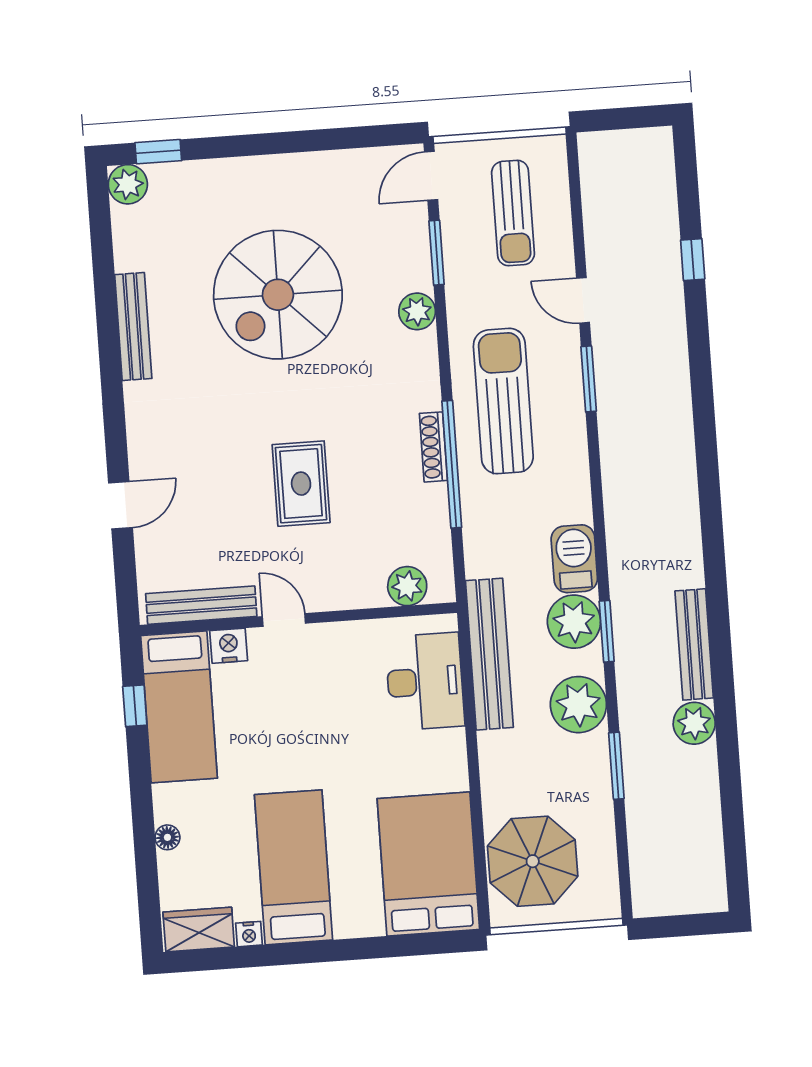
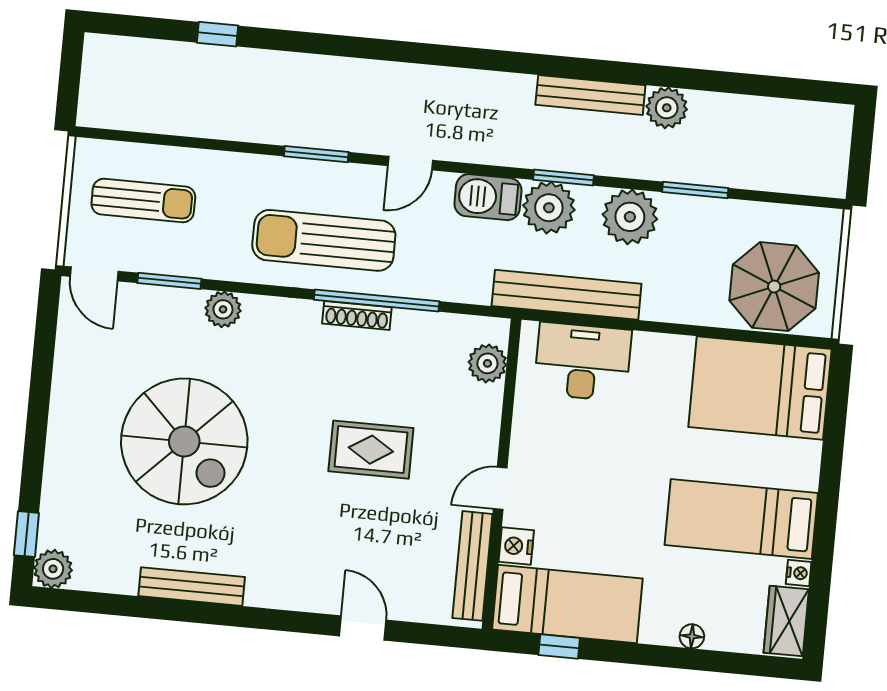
door: (583, 300) -> (410, 163), moved

